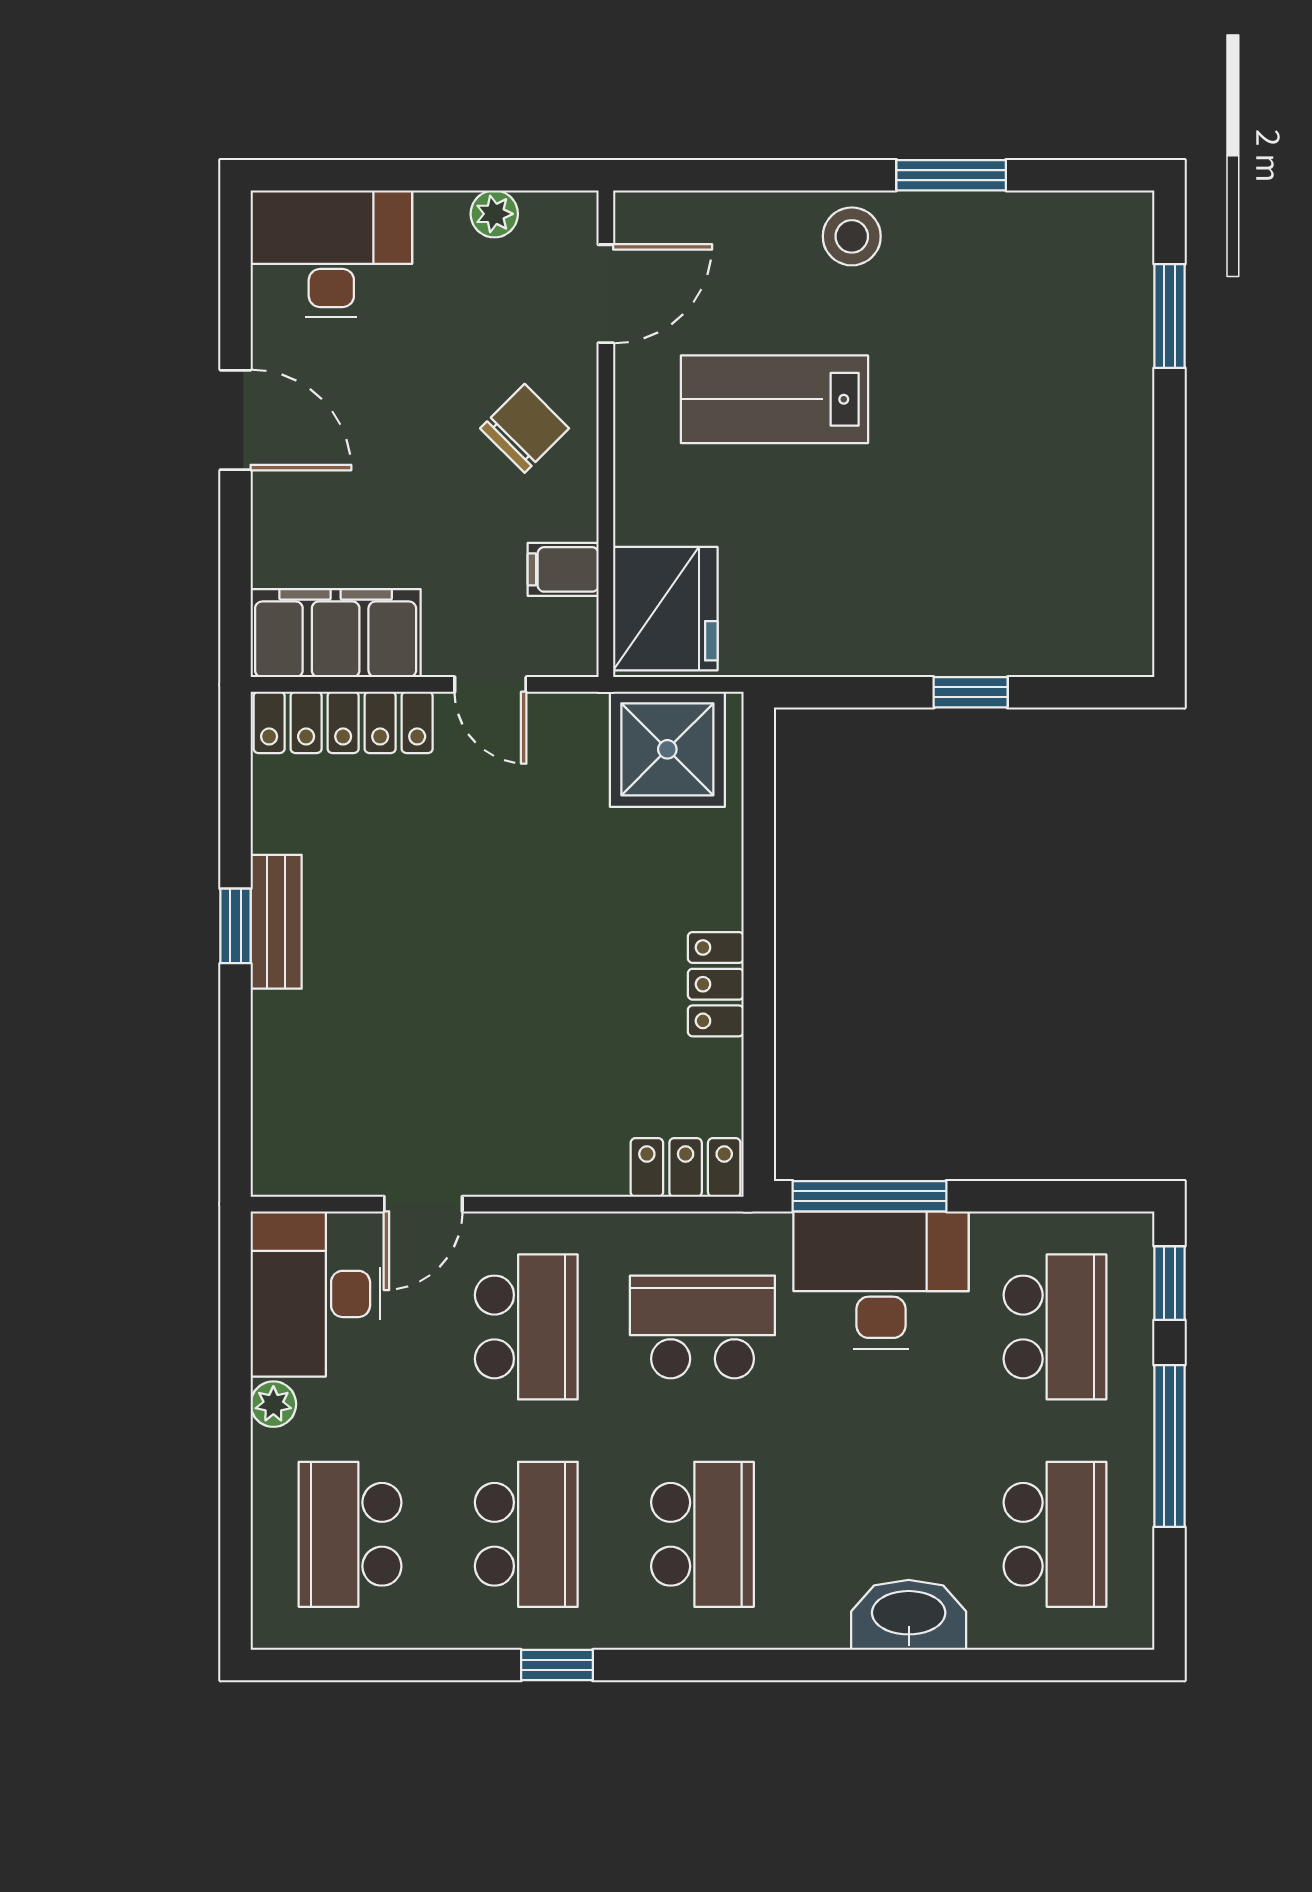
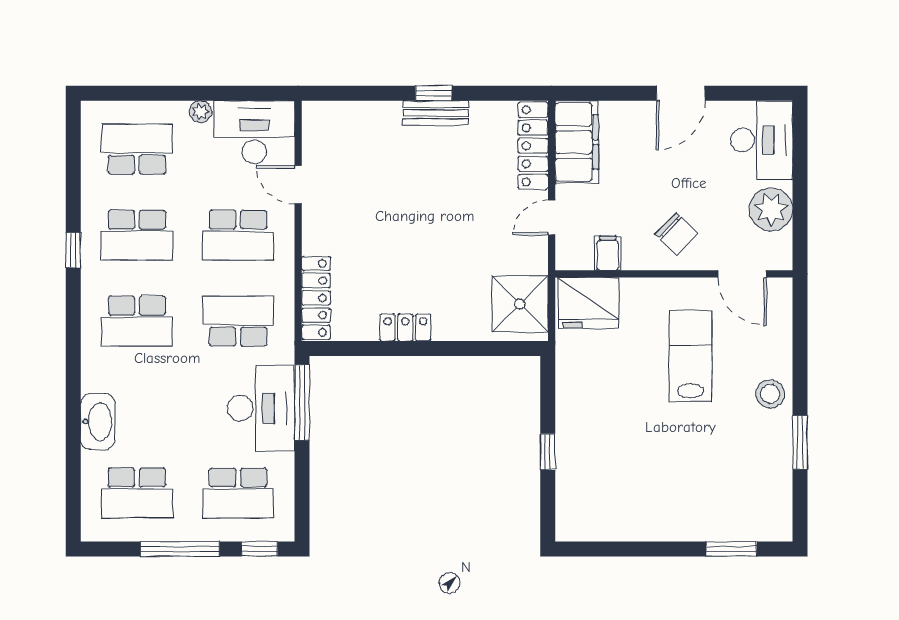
plant: (494, 214) -> (771, 209), width x1.87, depth x1.87
locker: (686, 1167) -> (316, 298), width x1.53
school desk: (702, 1327) -> (238, 321), turned -90

